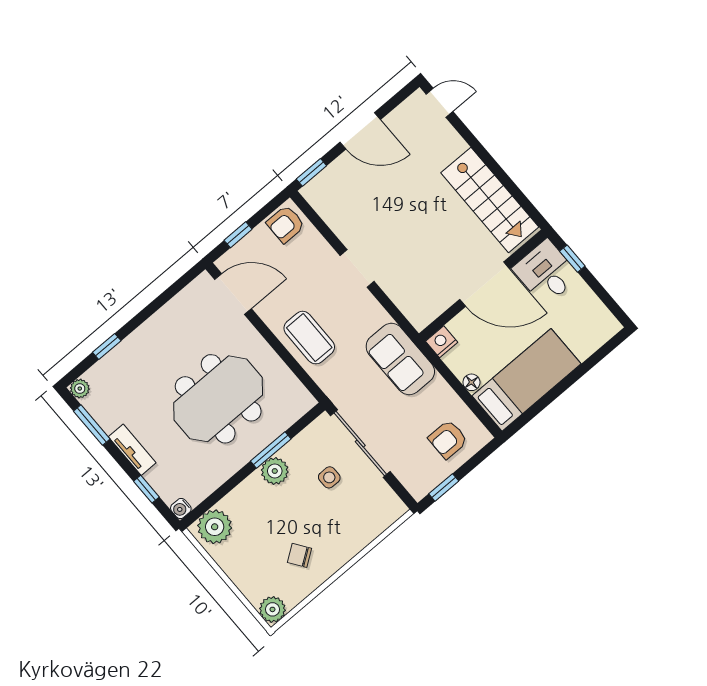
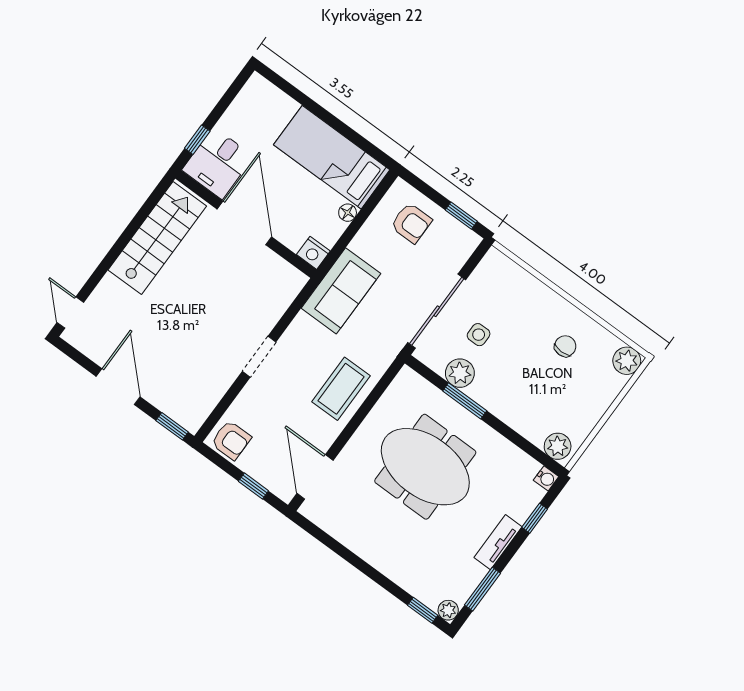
window: (107, 347) -> (423, 610), moved
plant: (275, 471) -> (460, 373), moved
plant: (215, 527) -> (558, 446), width x0.73, depth x0.73
chair: (299, 555) -> (565, 346), turned -145

